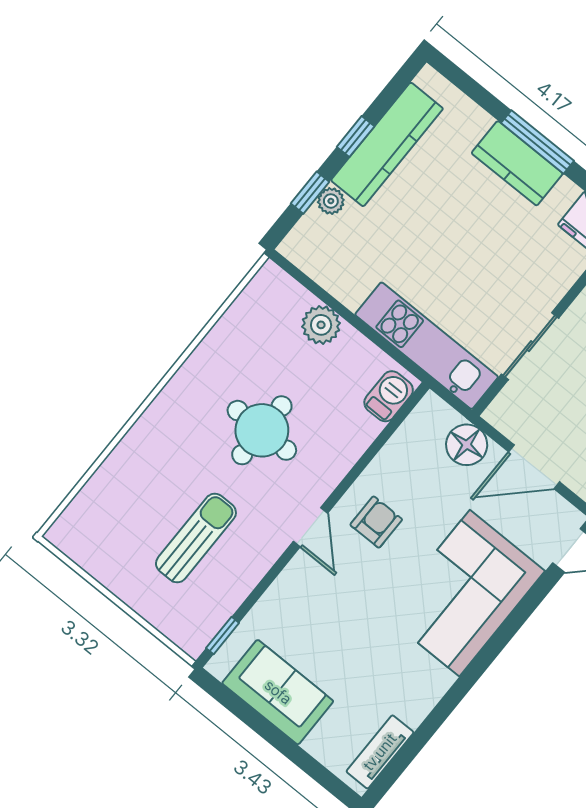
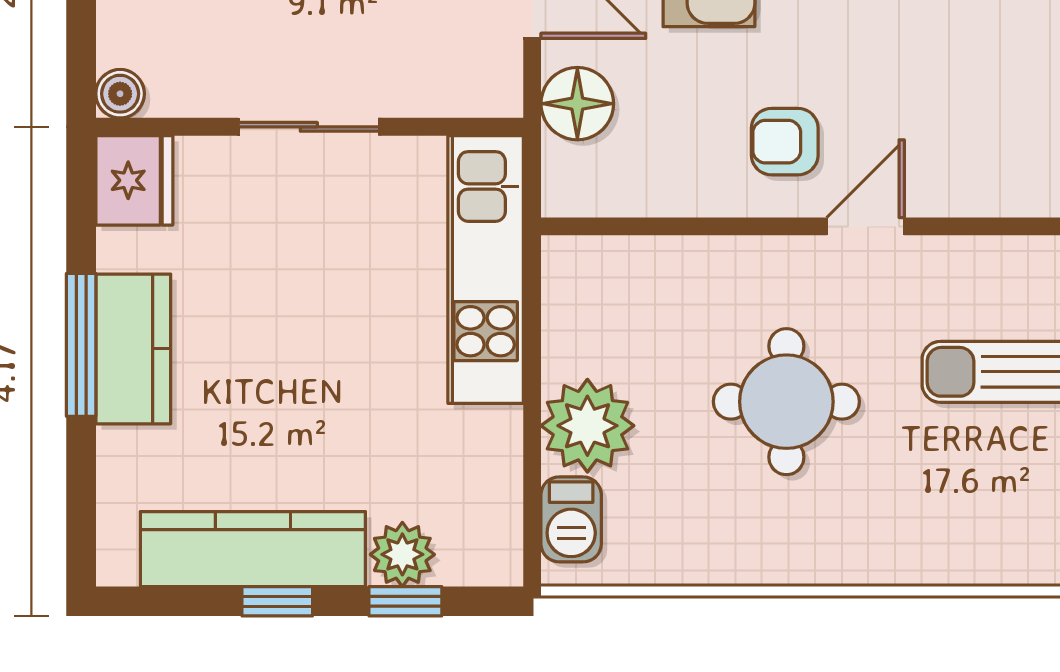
plant: (331, 201) -> (402, 554), width x1.38, depth x1.38
plant: (321, 325) -> (587, 426), width x1.36, depth x1.36
sliding door: (530, 346) -> (309, 127), moved
barbecue: (389, 396) -> (571, 519), moved, turned -90

